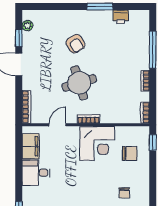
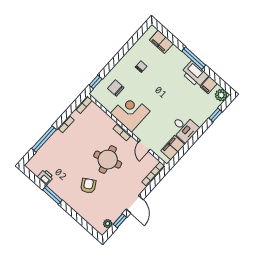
door: (58, 125) -> (144, 146), hinge flipped

